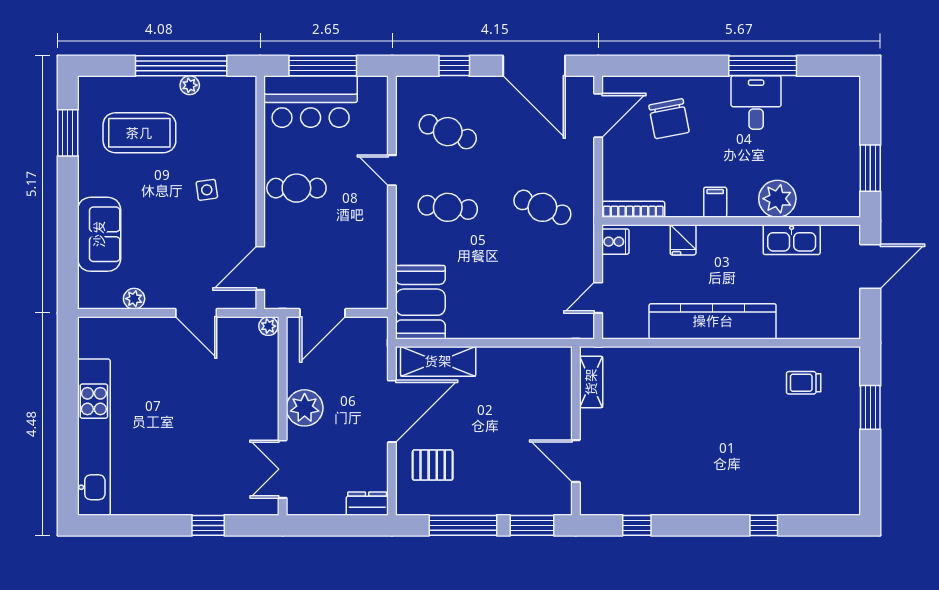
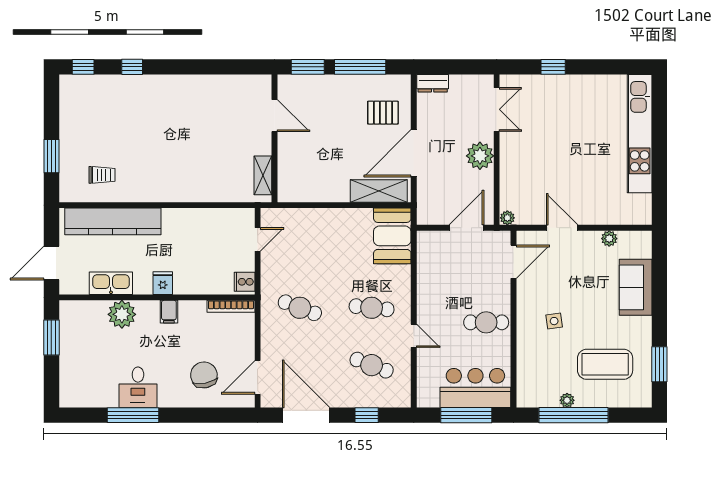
fridge: (683, 240) -> (163, 283), moved
kitchen counter: (713, 321) -> (113, 221), moved
window: (637, 525) -> (83, 67), moved

